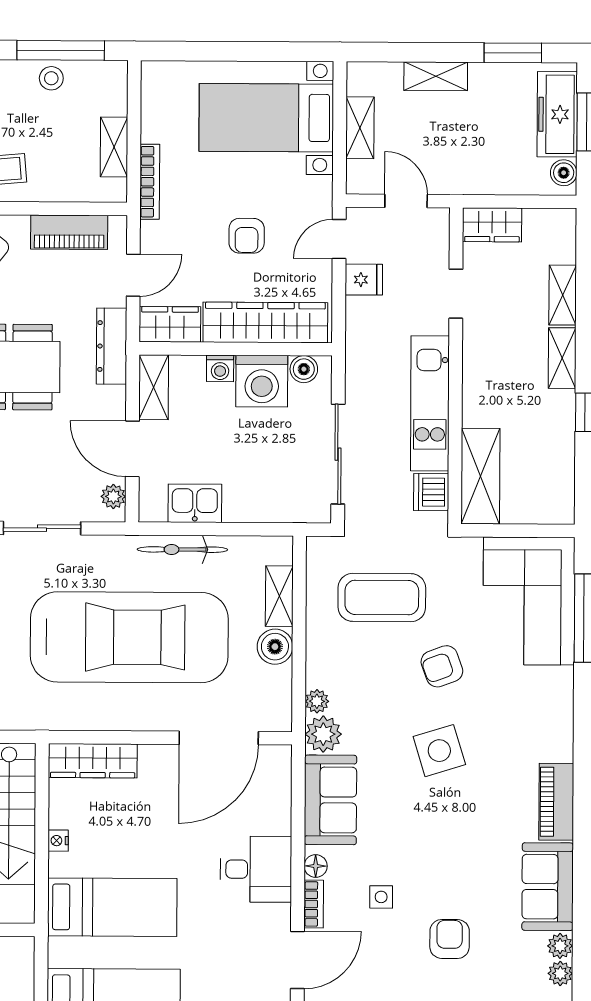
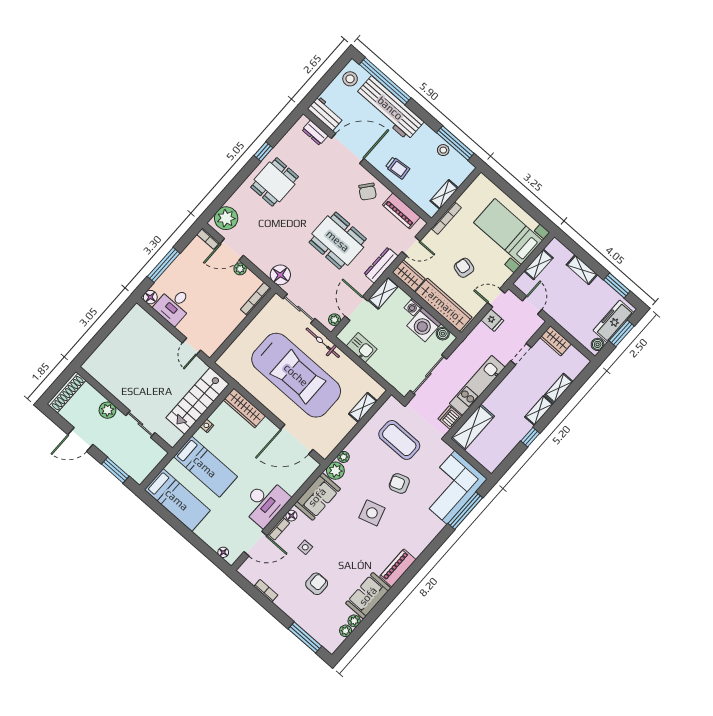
armchair: (247, 236) -> (464, 268), turned 103
bicycle: (182, 550) -> (323, 343), moved
boiler: (275, 647) -> (345, 424), removed
desk: (256, 869) -> (265, 502), width x1.37

